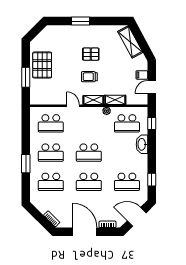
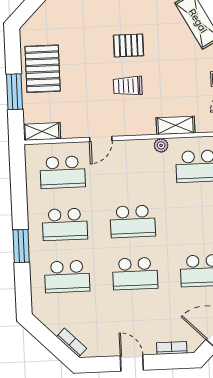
shelving: (93, 100) -> (42, 132), moved
door: (73, 106) -> (101, 139), swing flipped
door: (85, 232) -> (132, 363), width x0.53

